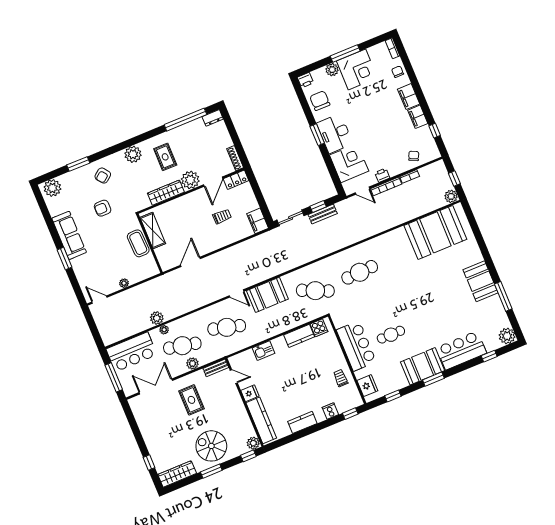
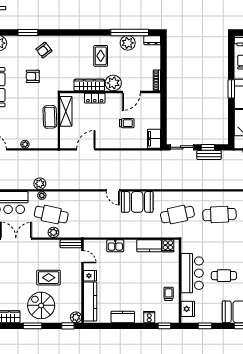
plant: (133, 154) -> (128, 43), moved
locker: (236, 180) -> (95, 98), moved
cafe table: (315, 291) -> (177, 215), turned -36
cafe table: (227, 327) -> (93, 215), removed
rug: (191, 400) -> (49, 278), moved, turned 90

